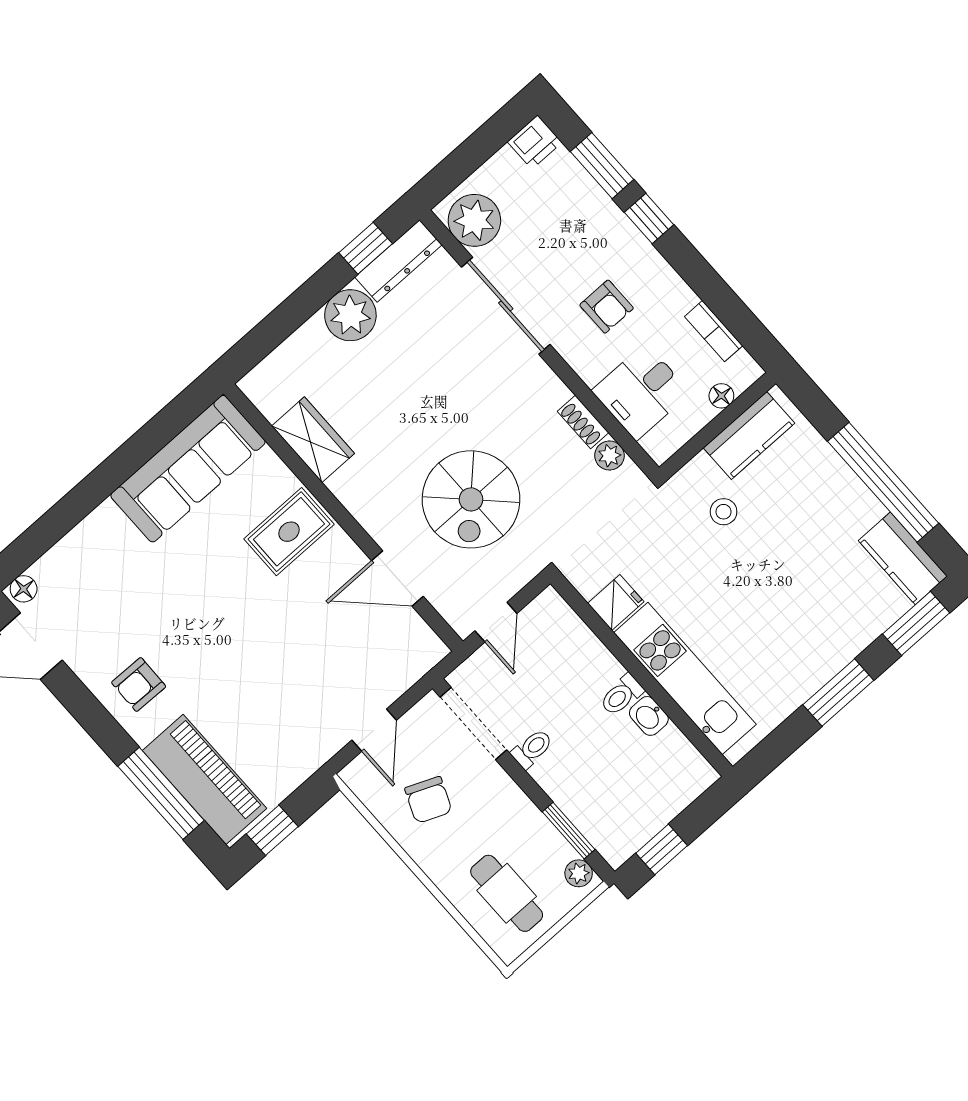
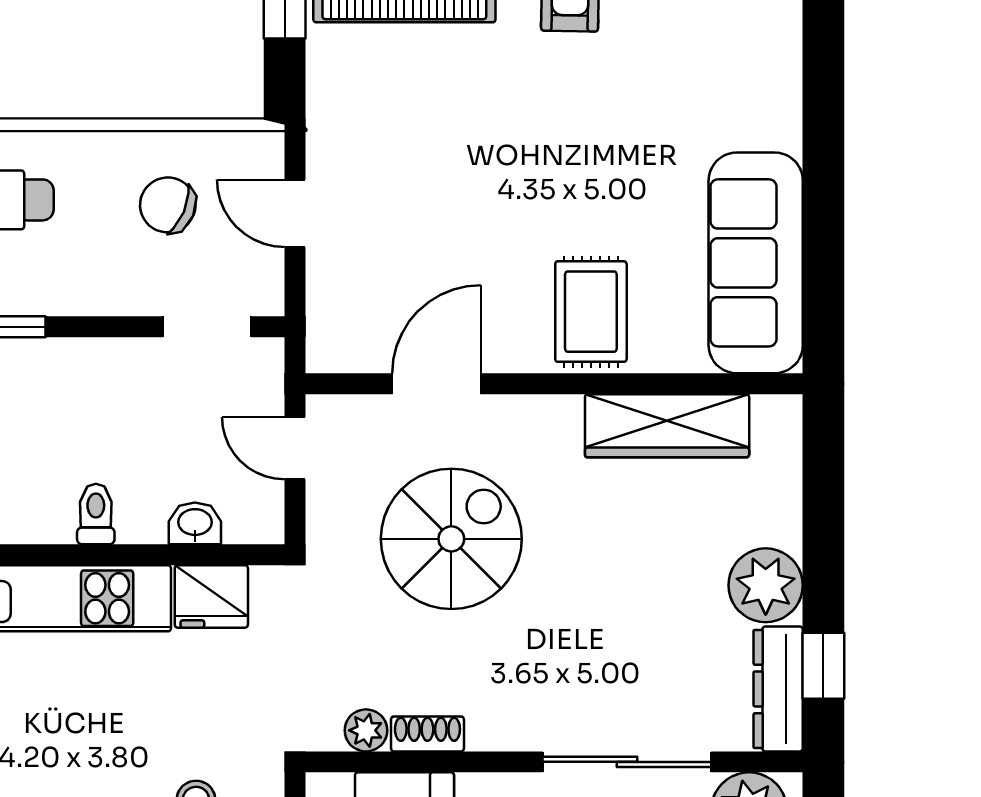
wardrobe: (313, 440) -> (667, 426), width x1.50
spiral stairs: (471, 499) -> (451, 539), turned 90
fridge: (616, 603) -> (211, 596), width x1.38
washbasin: (649, 716) -> (195, 523), moved
doorway: (473, 724) -> (207, 327), width x0.73
toilet: (532, 749) -> (124, 366), removed

